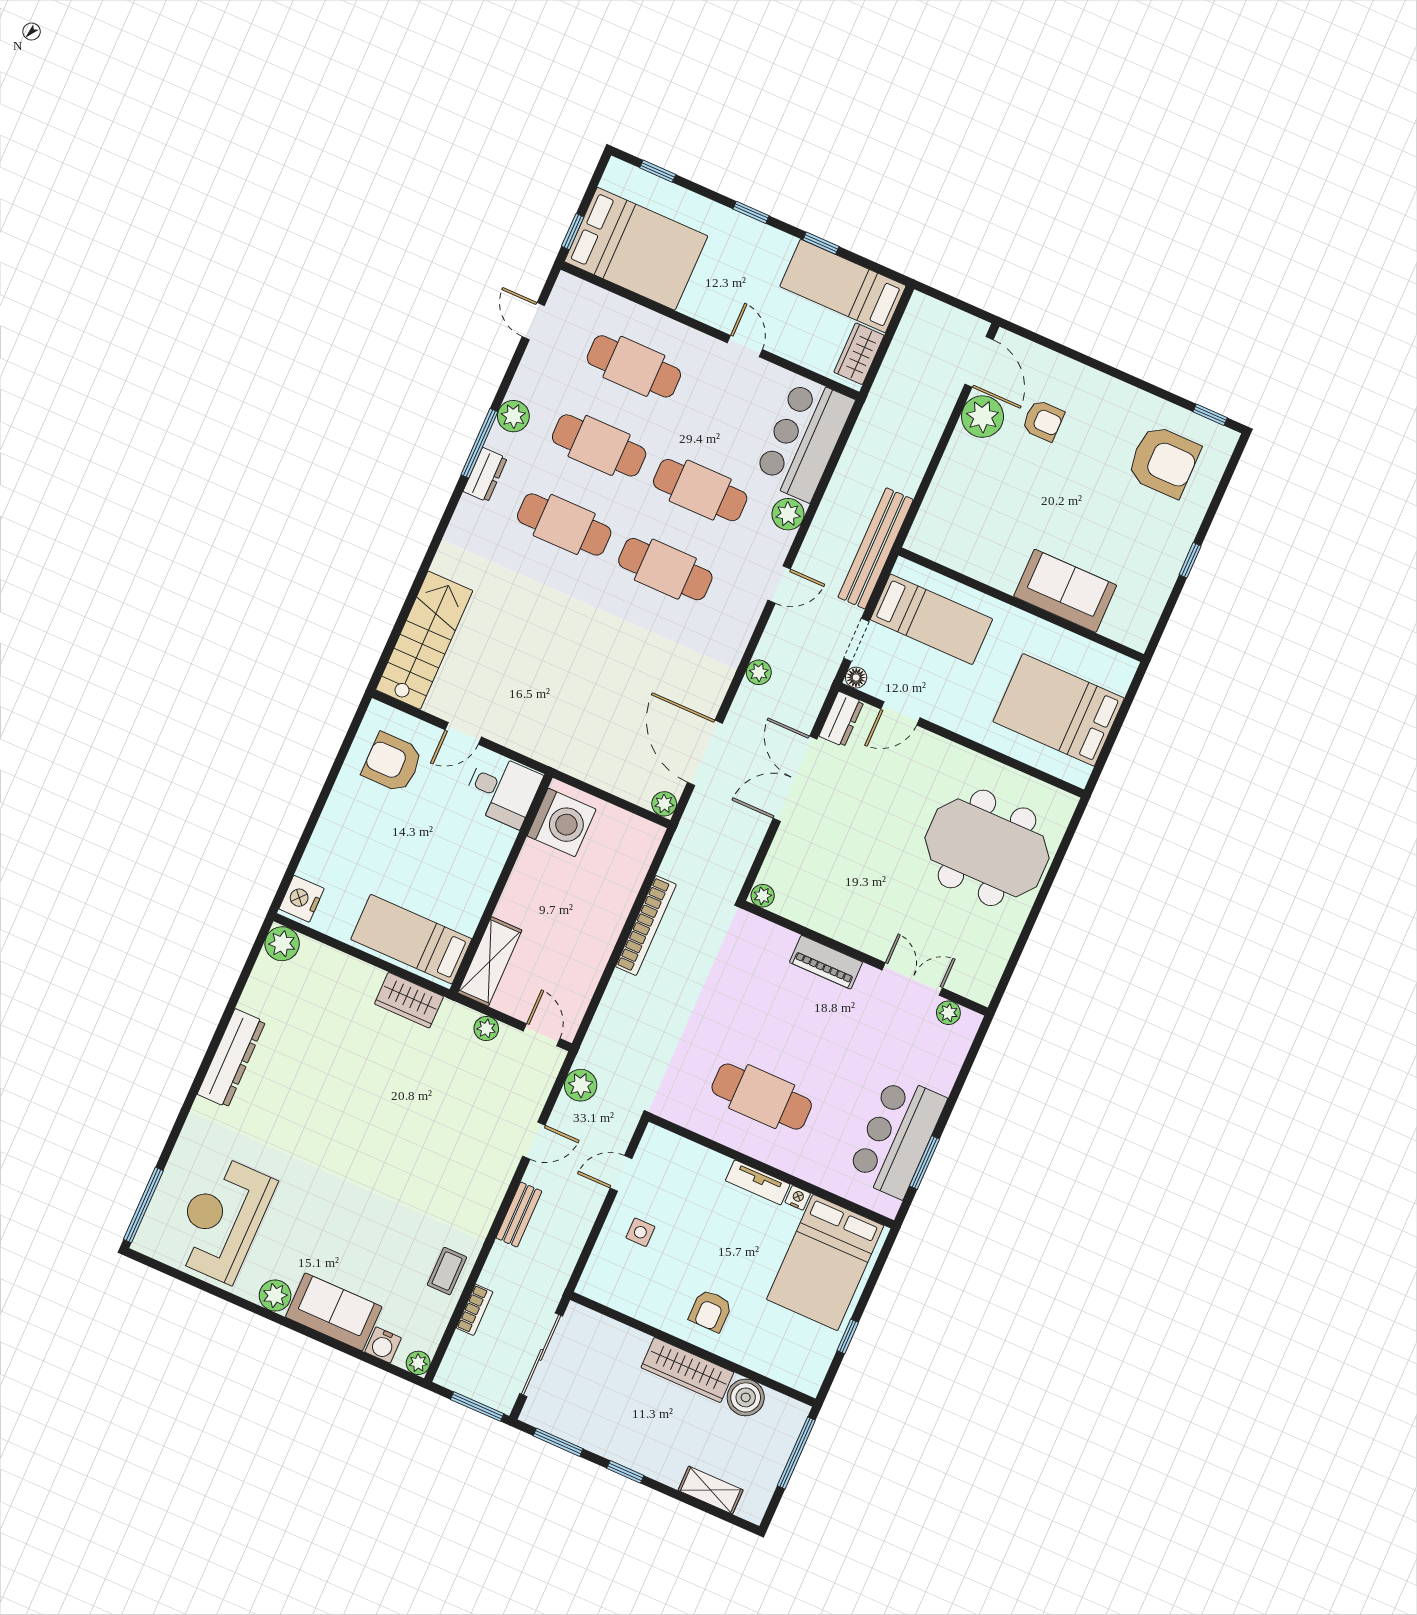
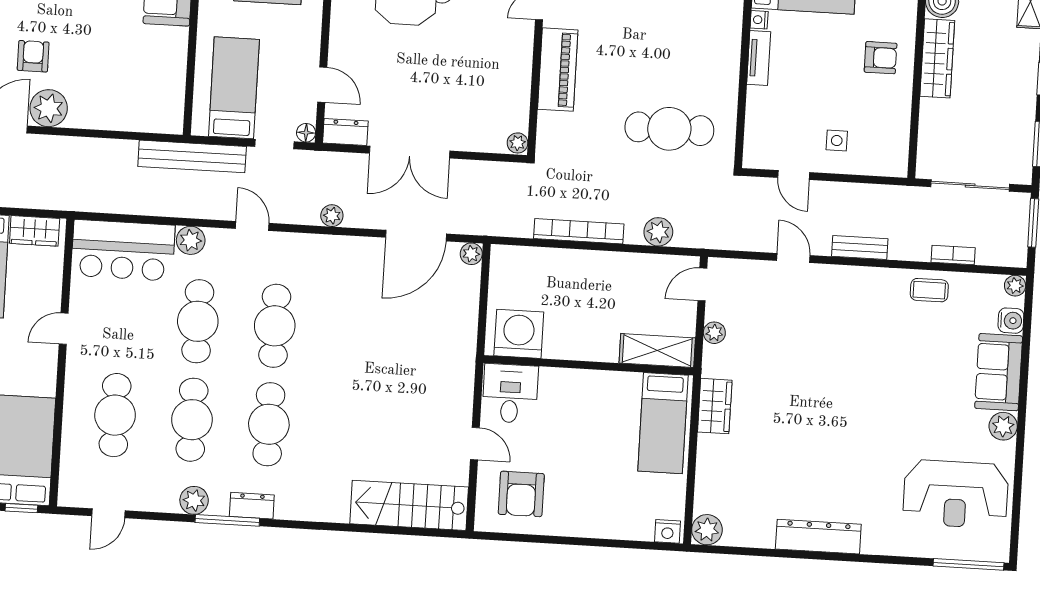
nightstand: (302, 899) -> (667, 531), width x0.74, depth x0.75
piano: (826, 962) -> (558, 70), width x1.37, depth x1.33
plant: (581, 1085) -> (658, 232), moved
cafe table: (762, 1097) -> (669, 129), moved, turned 90

